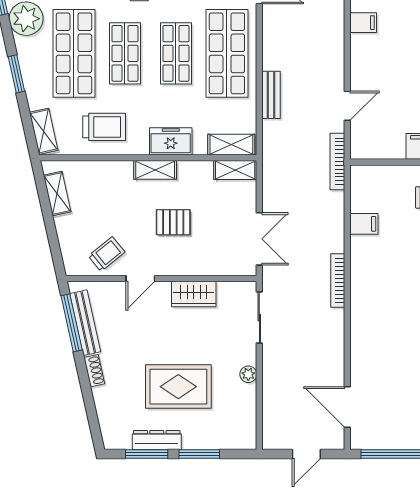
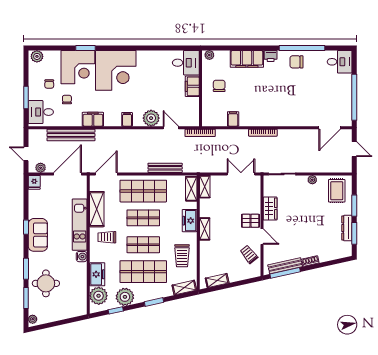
plant: (365, 68) -> (151, 118), added
bench: (271, 95) -> (165, 168), width x1.36
trolley: (104, 127) -> (182, 256), turned 180
pallet: (173, 222) -> (250, 221), moved, turned 90
rug: (178, 387) -> (337, 191), moved, width x0.73, depth x0.70

